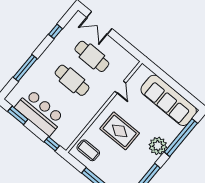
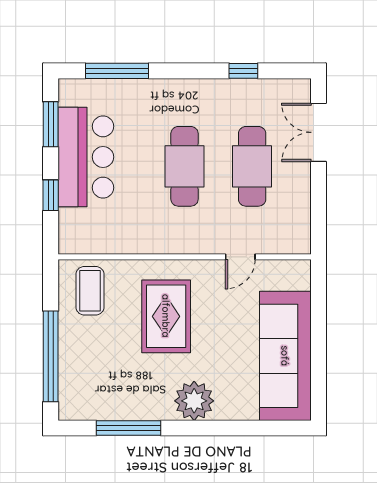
window: (25, 68) -> (117, 71), moved
window: (181, 138) -> (240, 428), removed
window: (52, 144) -> (51, 195), moved

